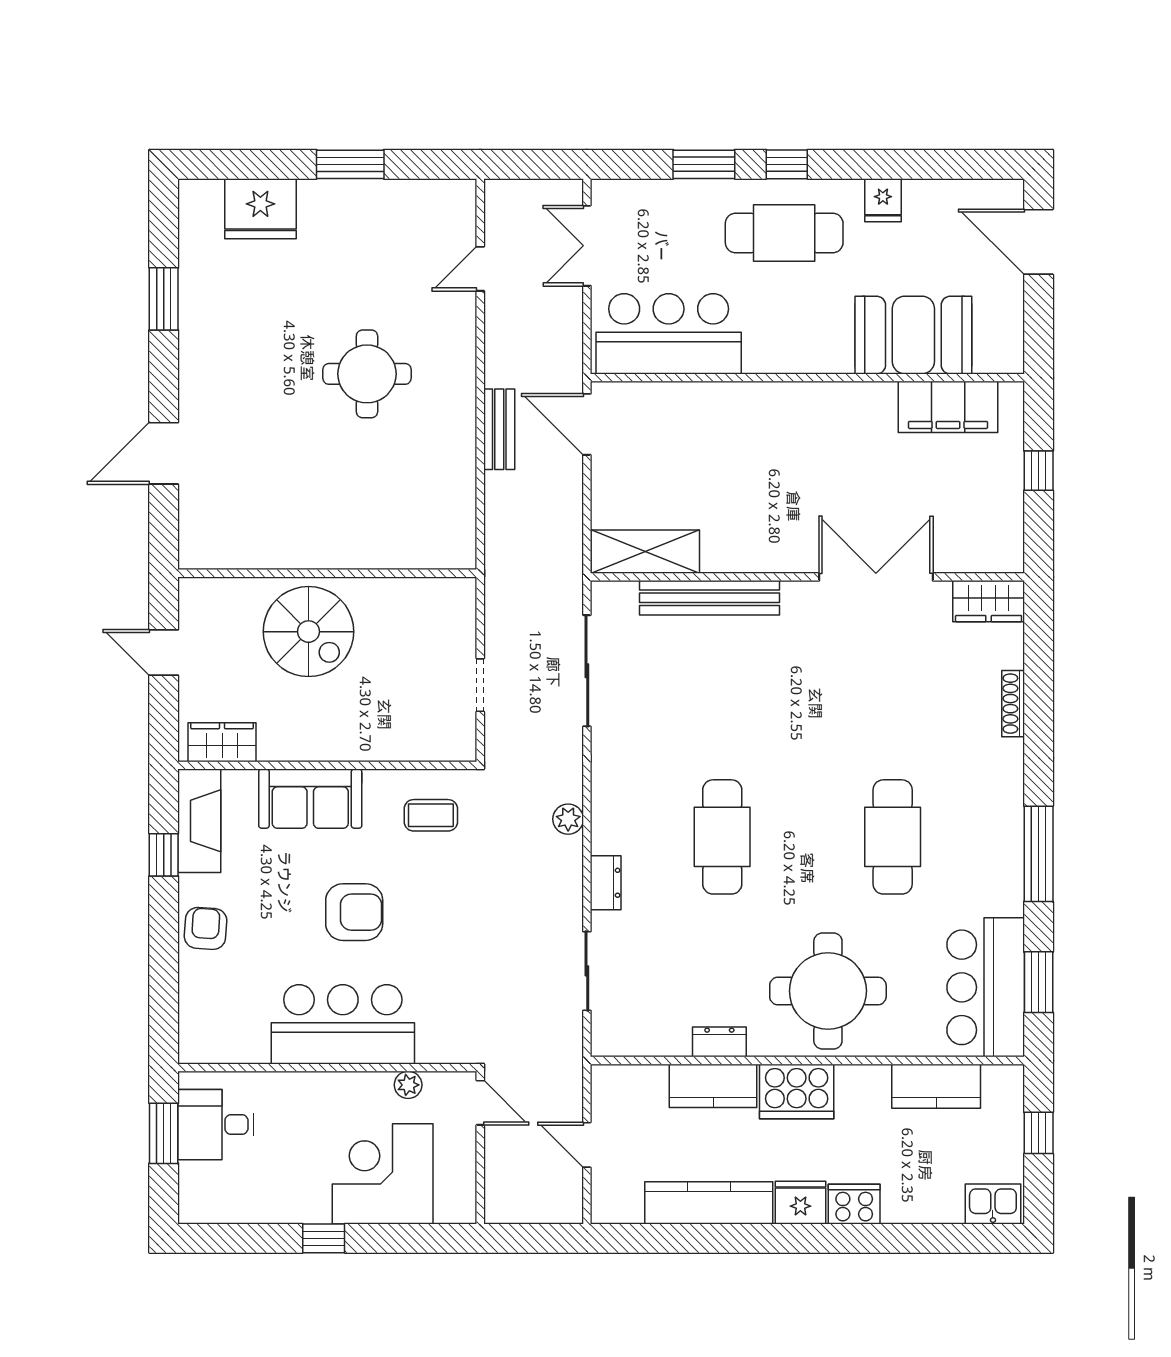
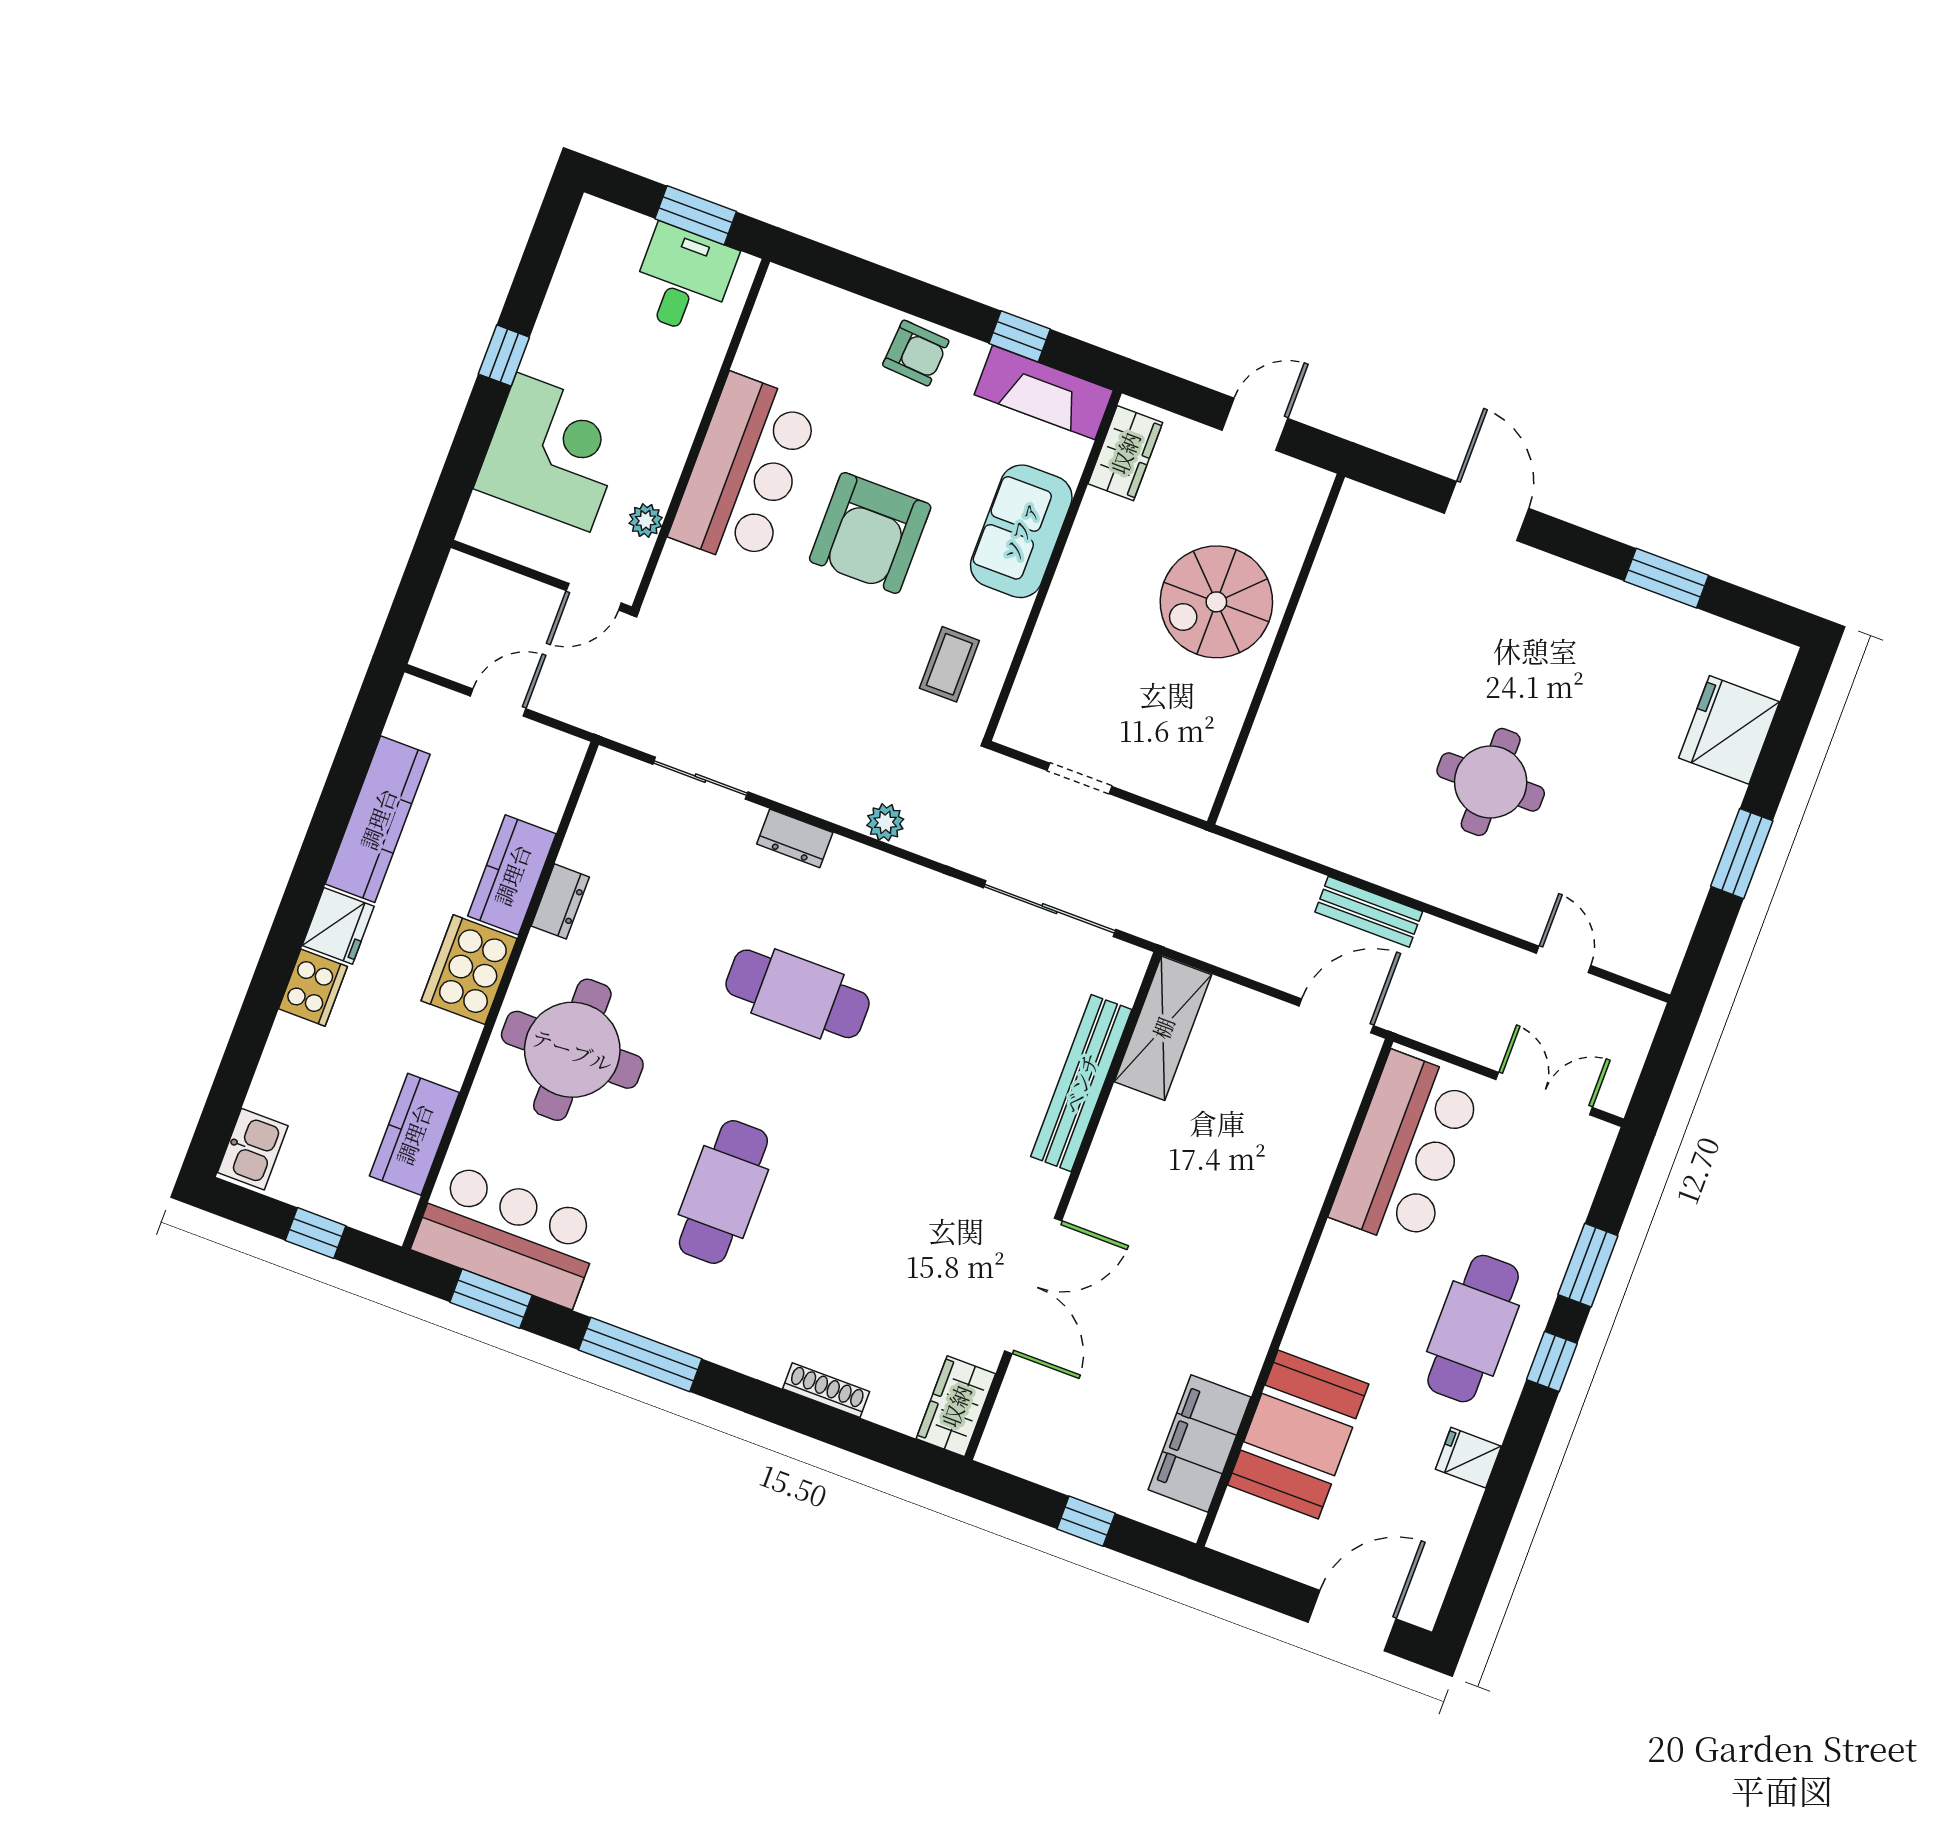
cafe table: (893, 837) -> (723, 1192), turned 90
armchair: (354, 912) -> (870, 533), width x1.36, depth x1.36

